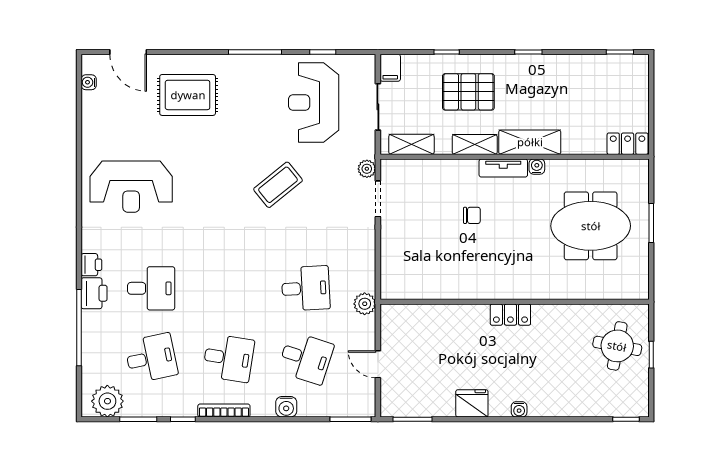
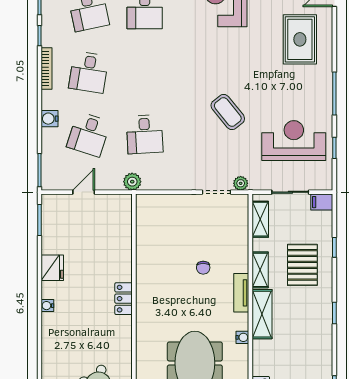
water cooler: (537, 167) -> (242, 337), moved

